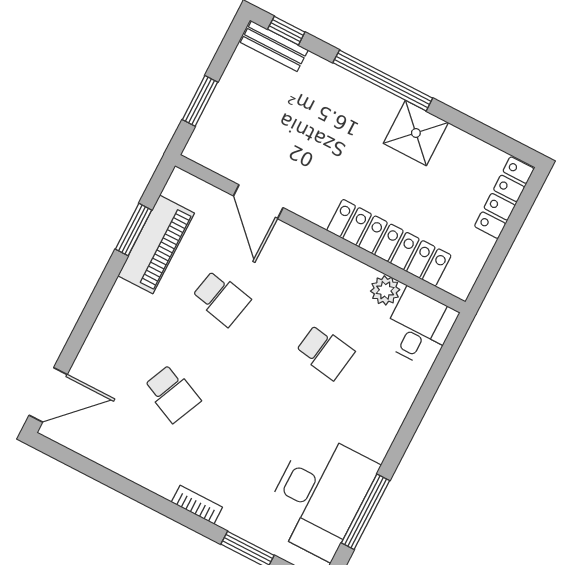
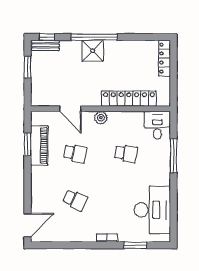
window: (200, 101) -> (28, 67), moved
shower: (416, 133) -> (93, 51), moved
plant: (385, 290) -> (101, 118), moved
window: (366, 512) -> (173, 156), moved

